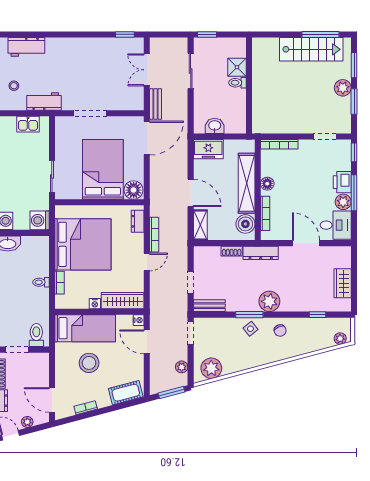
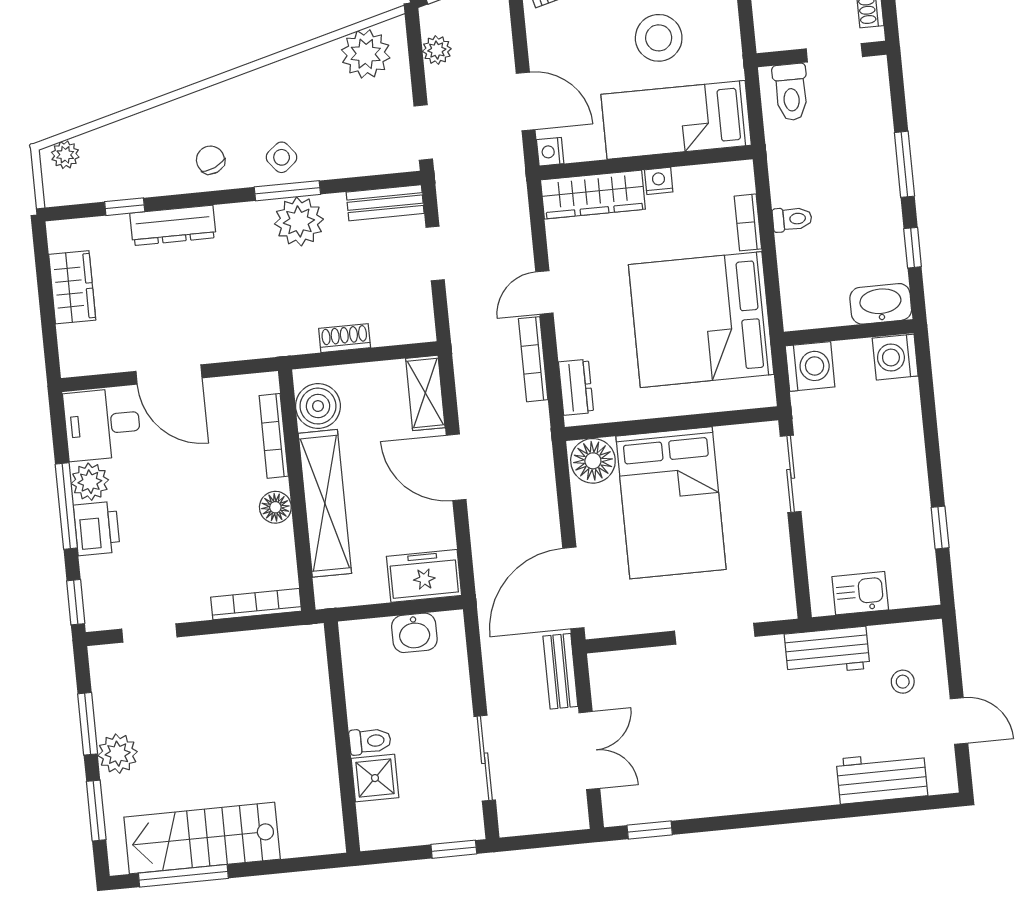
dresser: (261, 253) -> (173, 225), moved, turned 180
plant: (269, 301) -> (299, 221), moved

